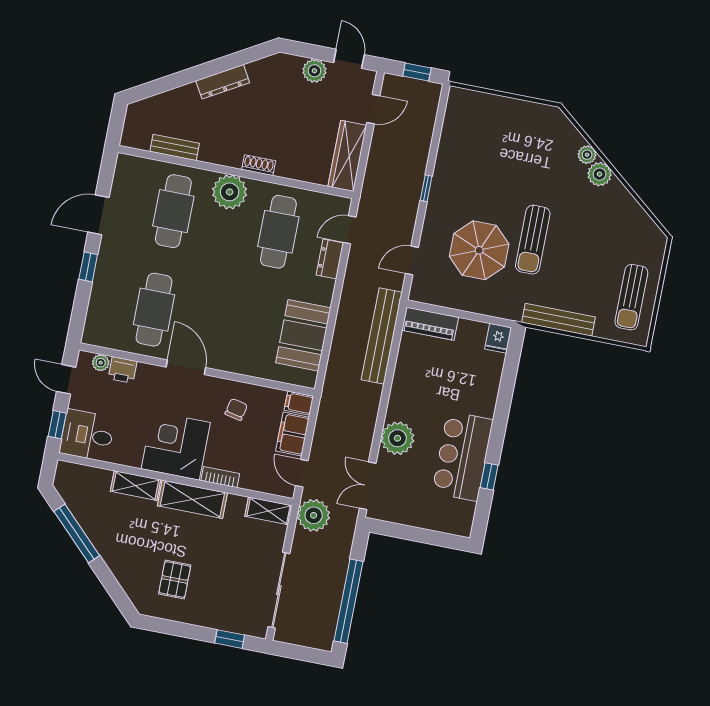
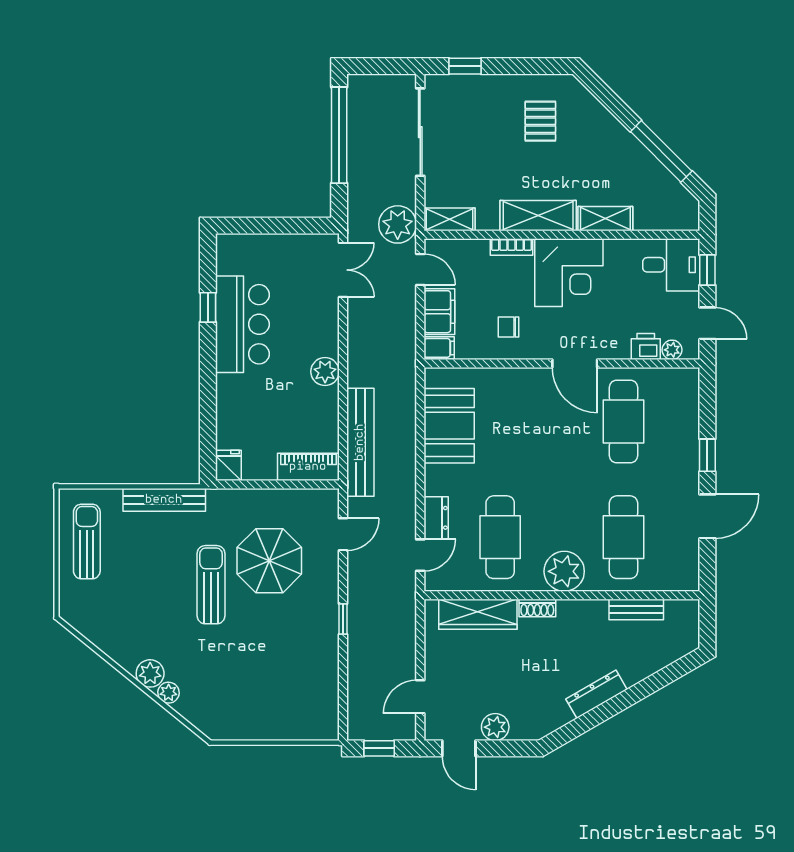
wardrobe: (347, 156) -> (478, 614), moved, turned 90
chair: (236, 409) -> (509, 327), turned 78
plant: (397, 438) -> (325, 372), moved, width x0.73, depth x0.73

